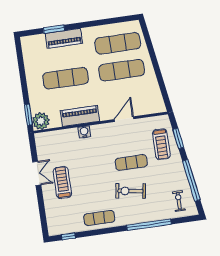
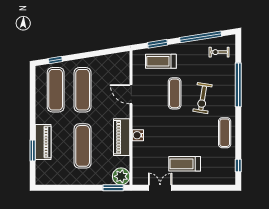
window: (147, 39) -> (55, 60), added
treadmill: (161, 144) -> (161, 61), turned 180
double door: (37, 173) -> (160, 188), moved

